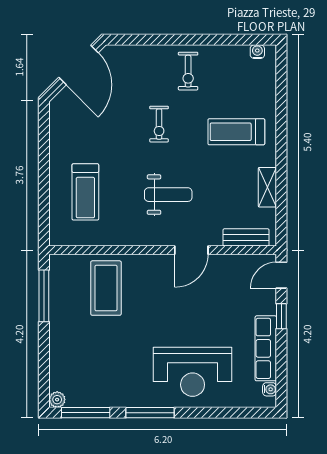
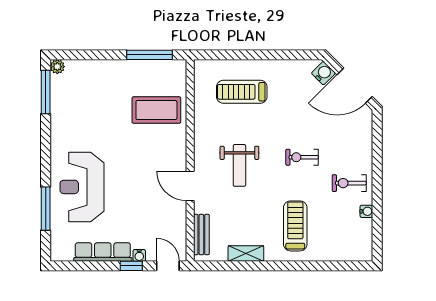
water cooler: (257, 52) -> (366, 211), moved
water cooler: (64, 100) -> (323, 73), added
water cooler: (270, 389) -> (139, 255), moved
window: (150, 413) -> (46, 209), moved

